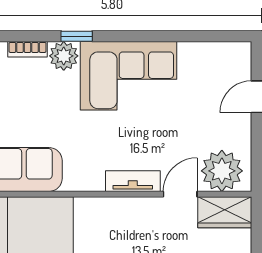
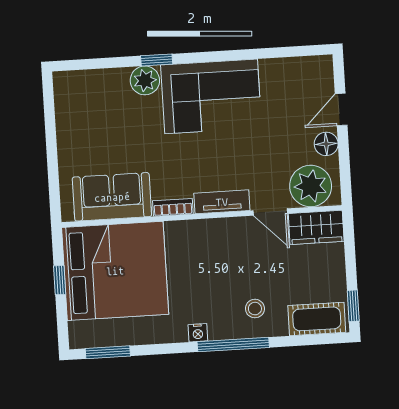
bookcase: (28, 49) -> (173, 207), moved, turned 180
floor lamp: (240, 130) -> (326, 144), added
door: (180, 194) -> (270, 212), swing flipped

